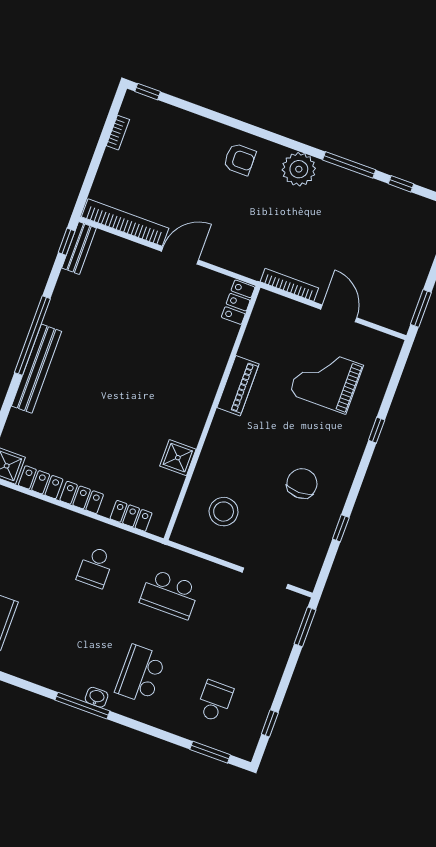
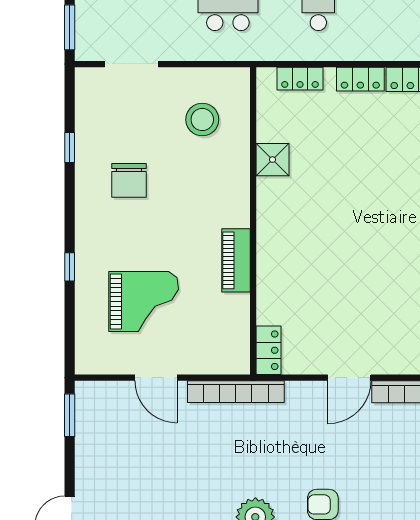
bookcase: (289, 285) -> (236, 392), width x1.48, depth x1.31

